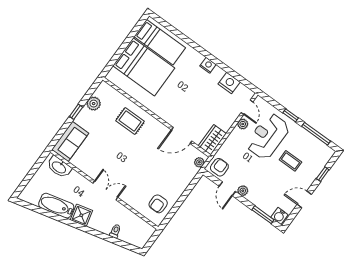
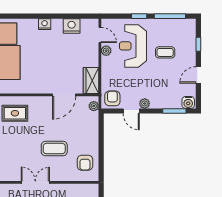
coffee table: (141, 174) -> (54, 149), added

